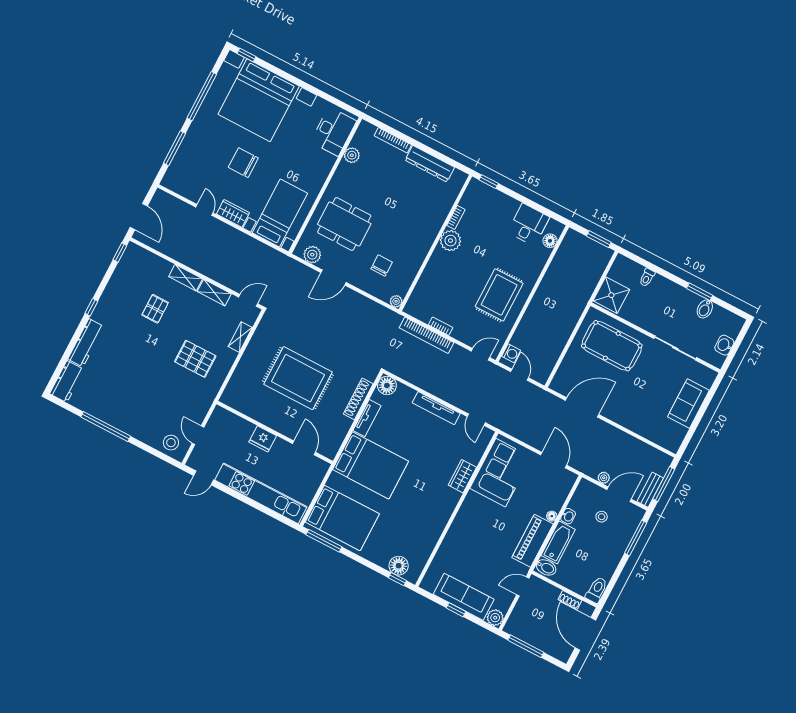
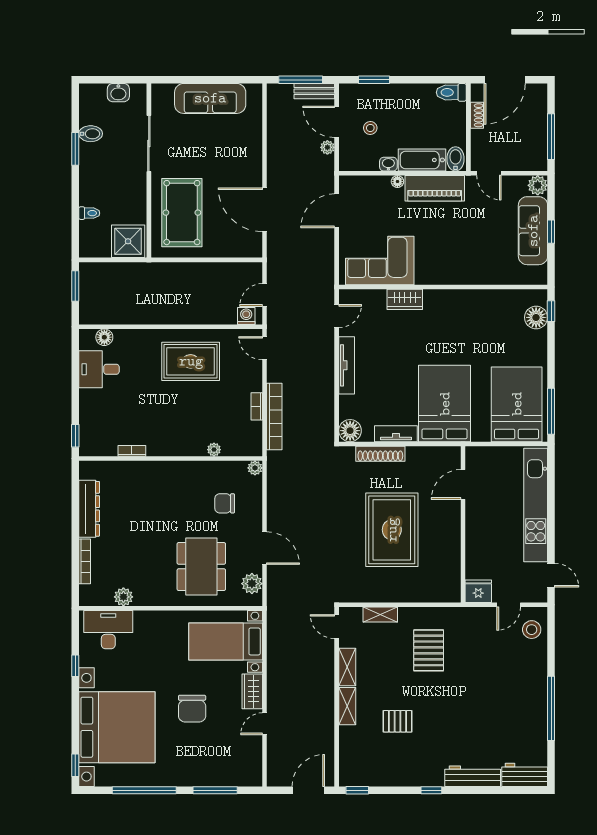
window: (320, 93) -> (75, 666), added
plant: (450, 241) -> (214, 450), moved, width x0.53, depth x0.53
sofa: (688, 403) -> (210, 98), width x1.36
fridge: (263, 439) -> (478, 591), moved, turned -90
window: (636, 538) -> (374, 80), width x0.69

